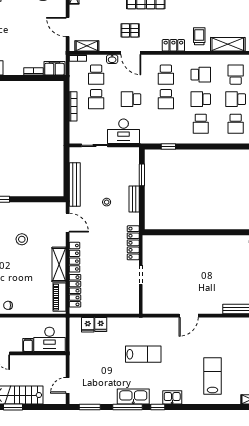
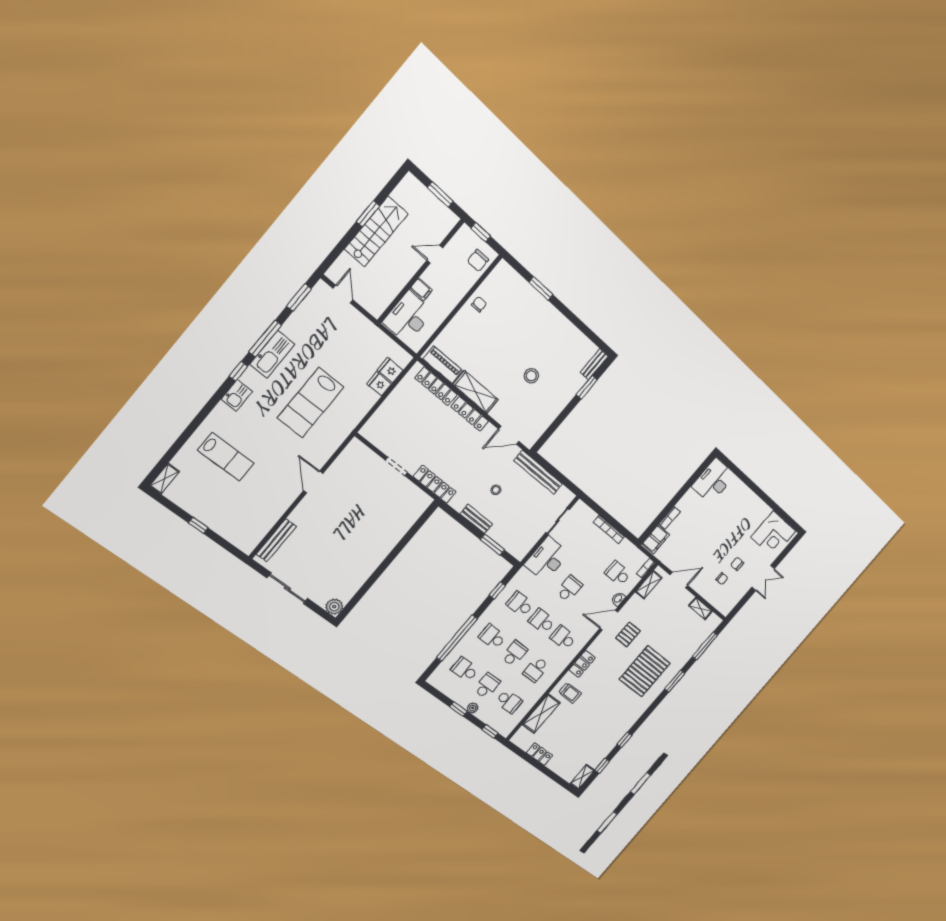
school desk: (96, 99) -> (520, 604), moved
window: (219, 147) -> (457, 638), added
lab bench: (143, 354) -> (311, 403), width x1.36, depth x1.39

